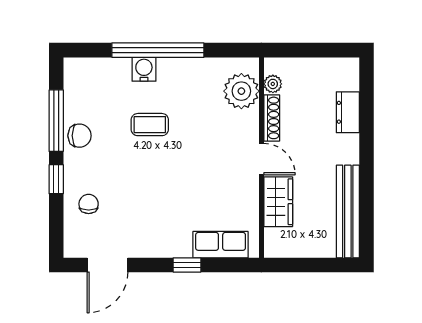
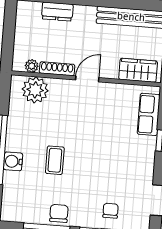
wardrobe: (278, 202) -> (138, 70), moved
chair: (89, 204) -> (111, 211), turned 90

